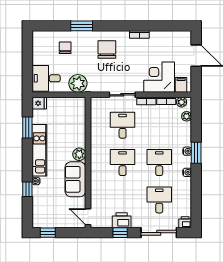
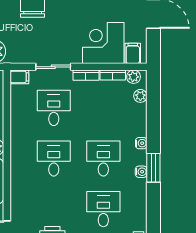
filing cabinet: (97, 102) -> (19, 77), added
window: (196, 153) -> (153, 168), moved

